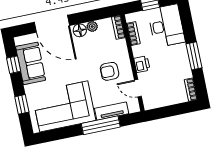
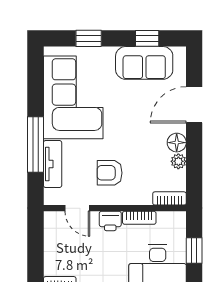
door: (52, 24) -> (194, 105), width x0.73
bookcase: (133, 34) -> (139, 218), moved
armchair: (110, 71) -> (110, 173), turned -90
door: (138, 88) -> (77, 208), swing flipped

